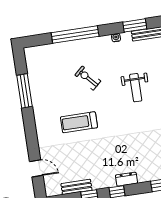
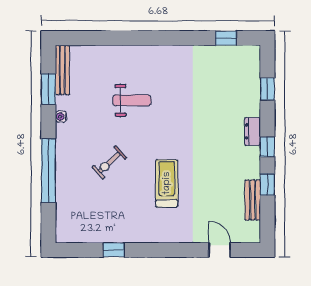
window: (24, 91) -> (114, 250), width x0.46
treadmill: (79, 122) -> (167, 183), turned 180
door: (36, 168) -> (220, 250), hinge flipped

